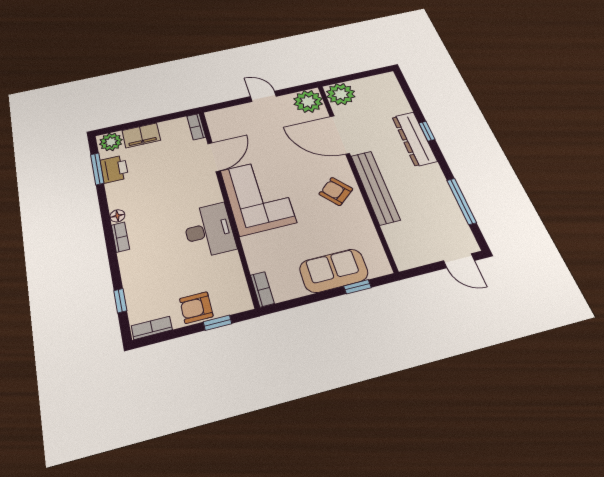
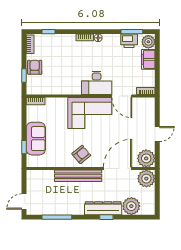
plant: (393, 103) -> (131, 206), added
desk: (209, 230) -> (97, 83), moved

